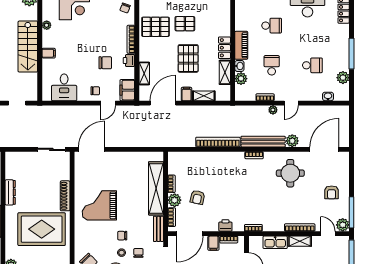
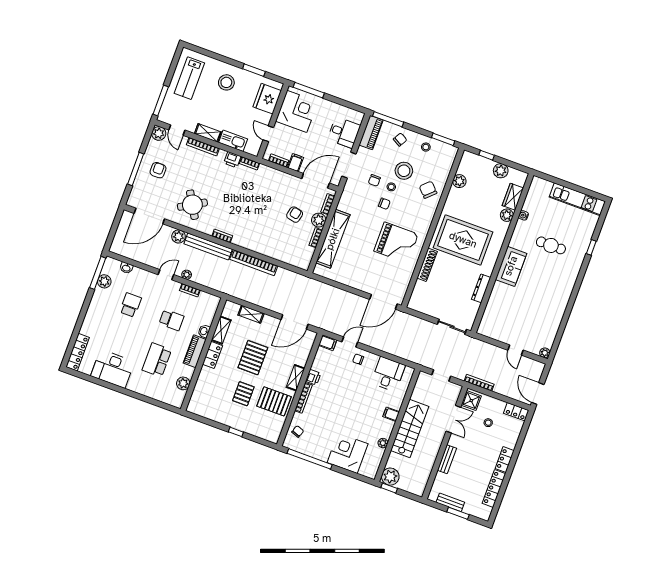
pallet: (185, 24) -> (243, 394), turned 90
school desk: (272, 26) -> (157, 360), width x1.85
window: (352, 54) -> (98, 273), moved
chair: (105, 63) -> (338, 384), removed
school desk: (272, 65) -> (171, 320), turned -90
school desk: (312, 65) -> (130, 305), turned 90
shelving: (144, 73) -> (296, 378), moved
plant: (241, 79) -> (183, 383), moved
filing cabinet: (127, 90) -> (328, 343), width x0.50
filing cabinet: (187, 94) -> (268, 322), removed
sliding door: (51, 149) -> (452, 327), moved
round table: (290, 173) -> (192, 205), turned -30
window: (352, 212) -> (136, 169), moved
printer: (225, 225) -> (232, 160), moved
bench: (158, 229) -> (345, 197), removed

